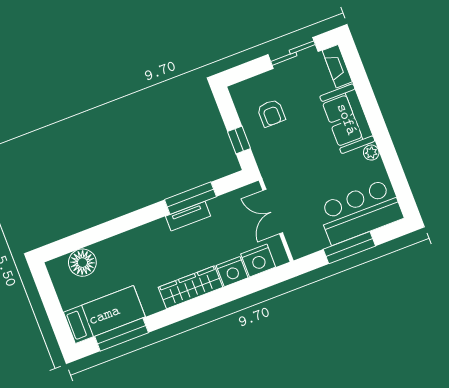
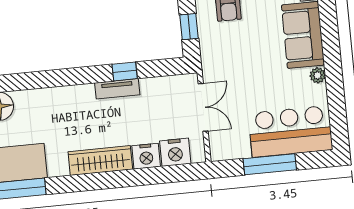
window: (190, 198) -> (125, 71), width x0.46
double door: (273, 212) -> (203, 107), swing flipped

